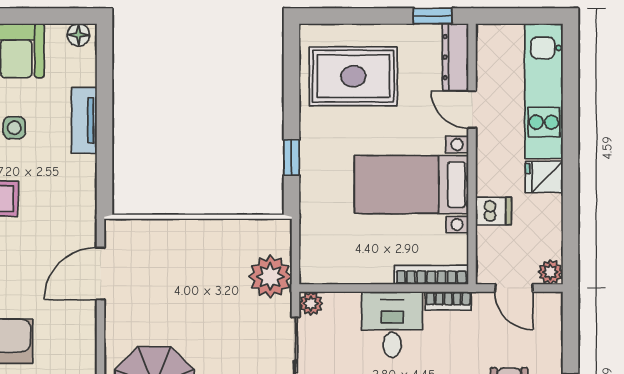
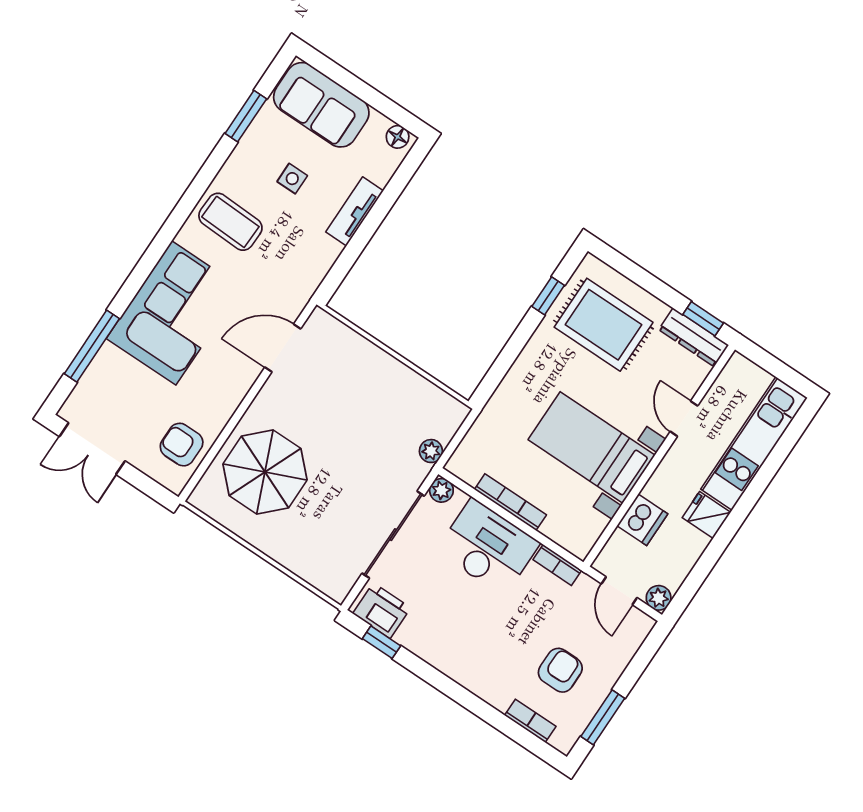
dresser: (455, 57) -> (694, 337), moved, turned -90
window: (291, 157) -> (548, 296), moved
dishwasher: (494, 211) -> (642, 520), width x1.38
bookcase: (431, 275) -> (510, 502), moved
plant: (270, 277) -> (431, 451), width x0.53, depth x0.53
desk: (392, 324) -> (488, 547), width x1.37

